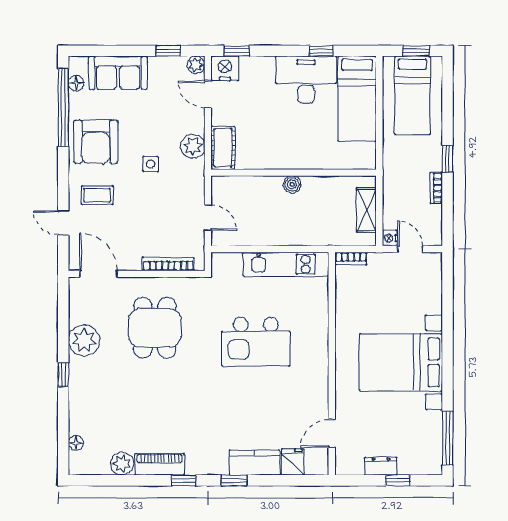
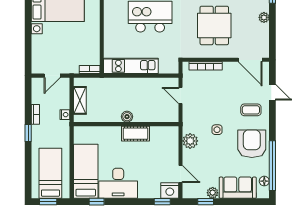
window: (321, 51) -> (97, 202), moved
plant: (196, 65) -> (213, 193), moved
cot: (223, 148) -> (136, 134), moved, turned 90
nightstand: (390, 238) -> (65, 115), moved
door: (410, 249) -> (52, 76), hinge flipped
plant: (84, 340) -> (264, 17), width x0.53, depth x0.53

